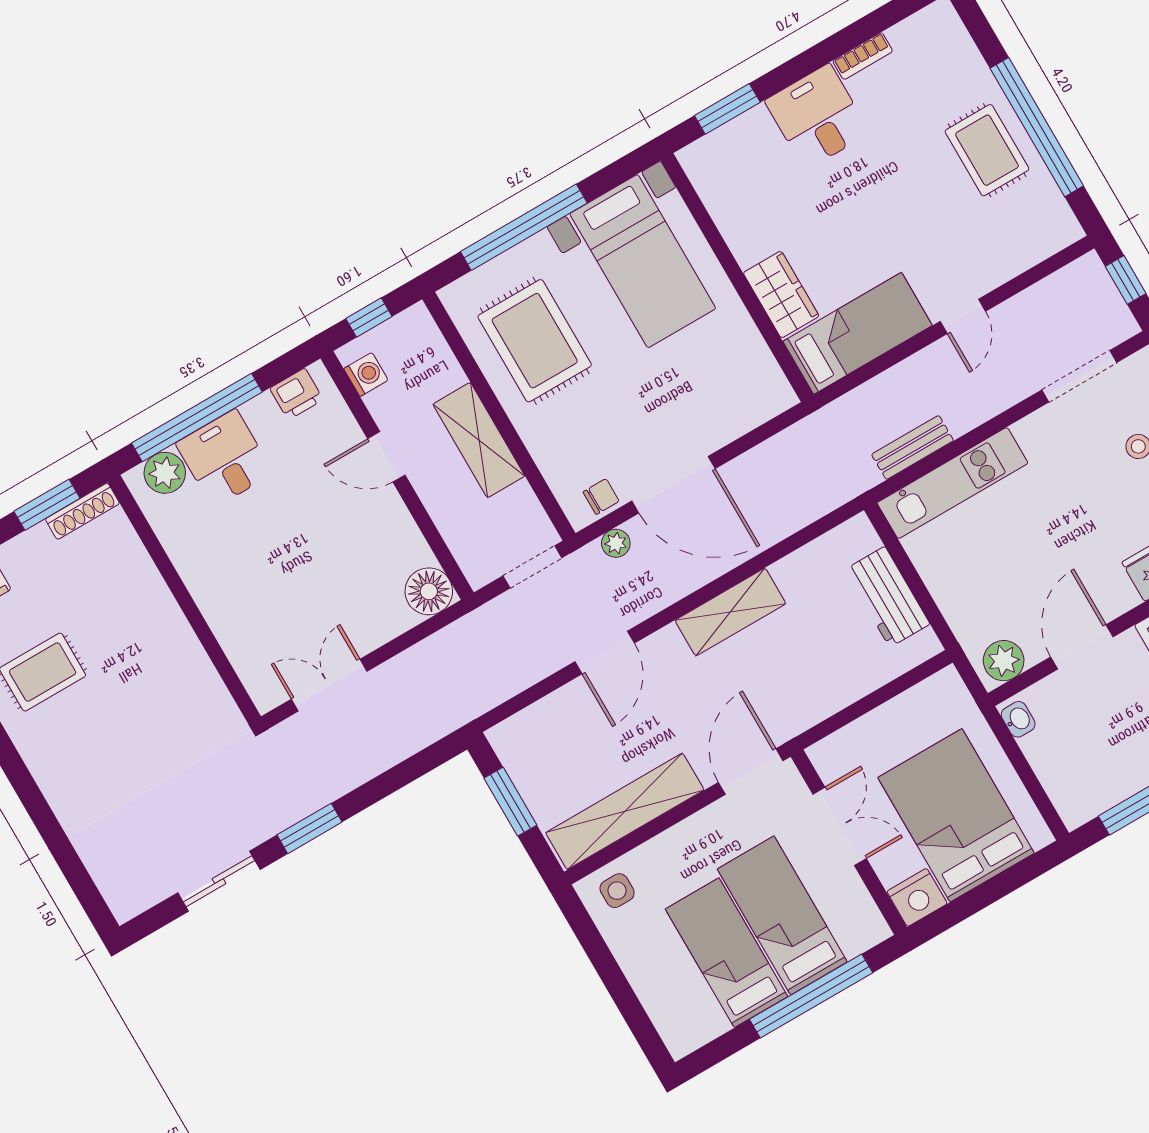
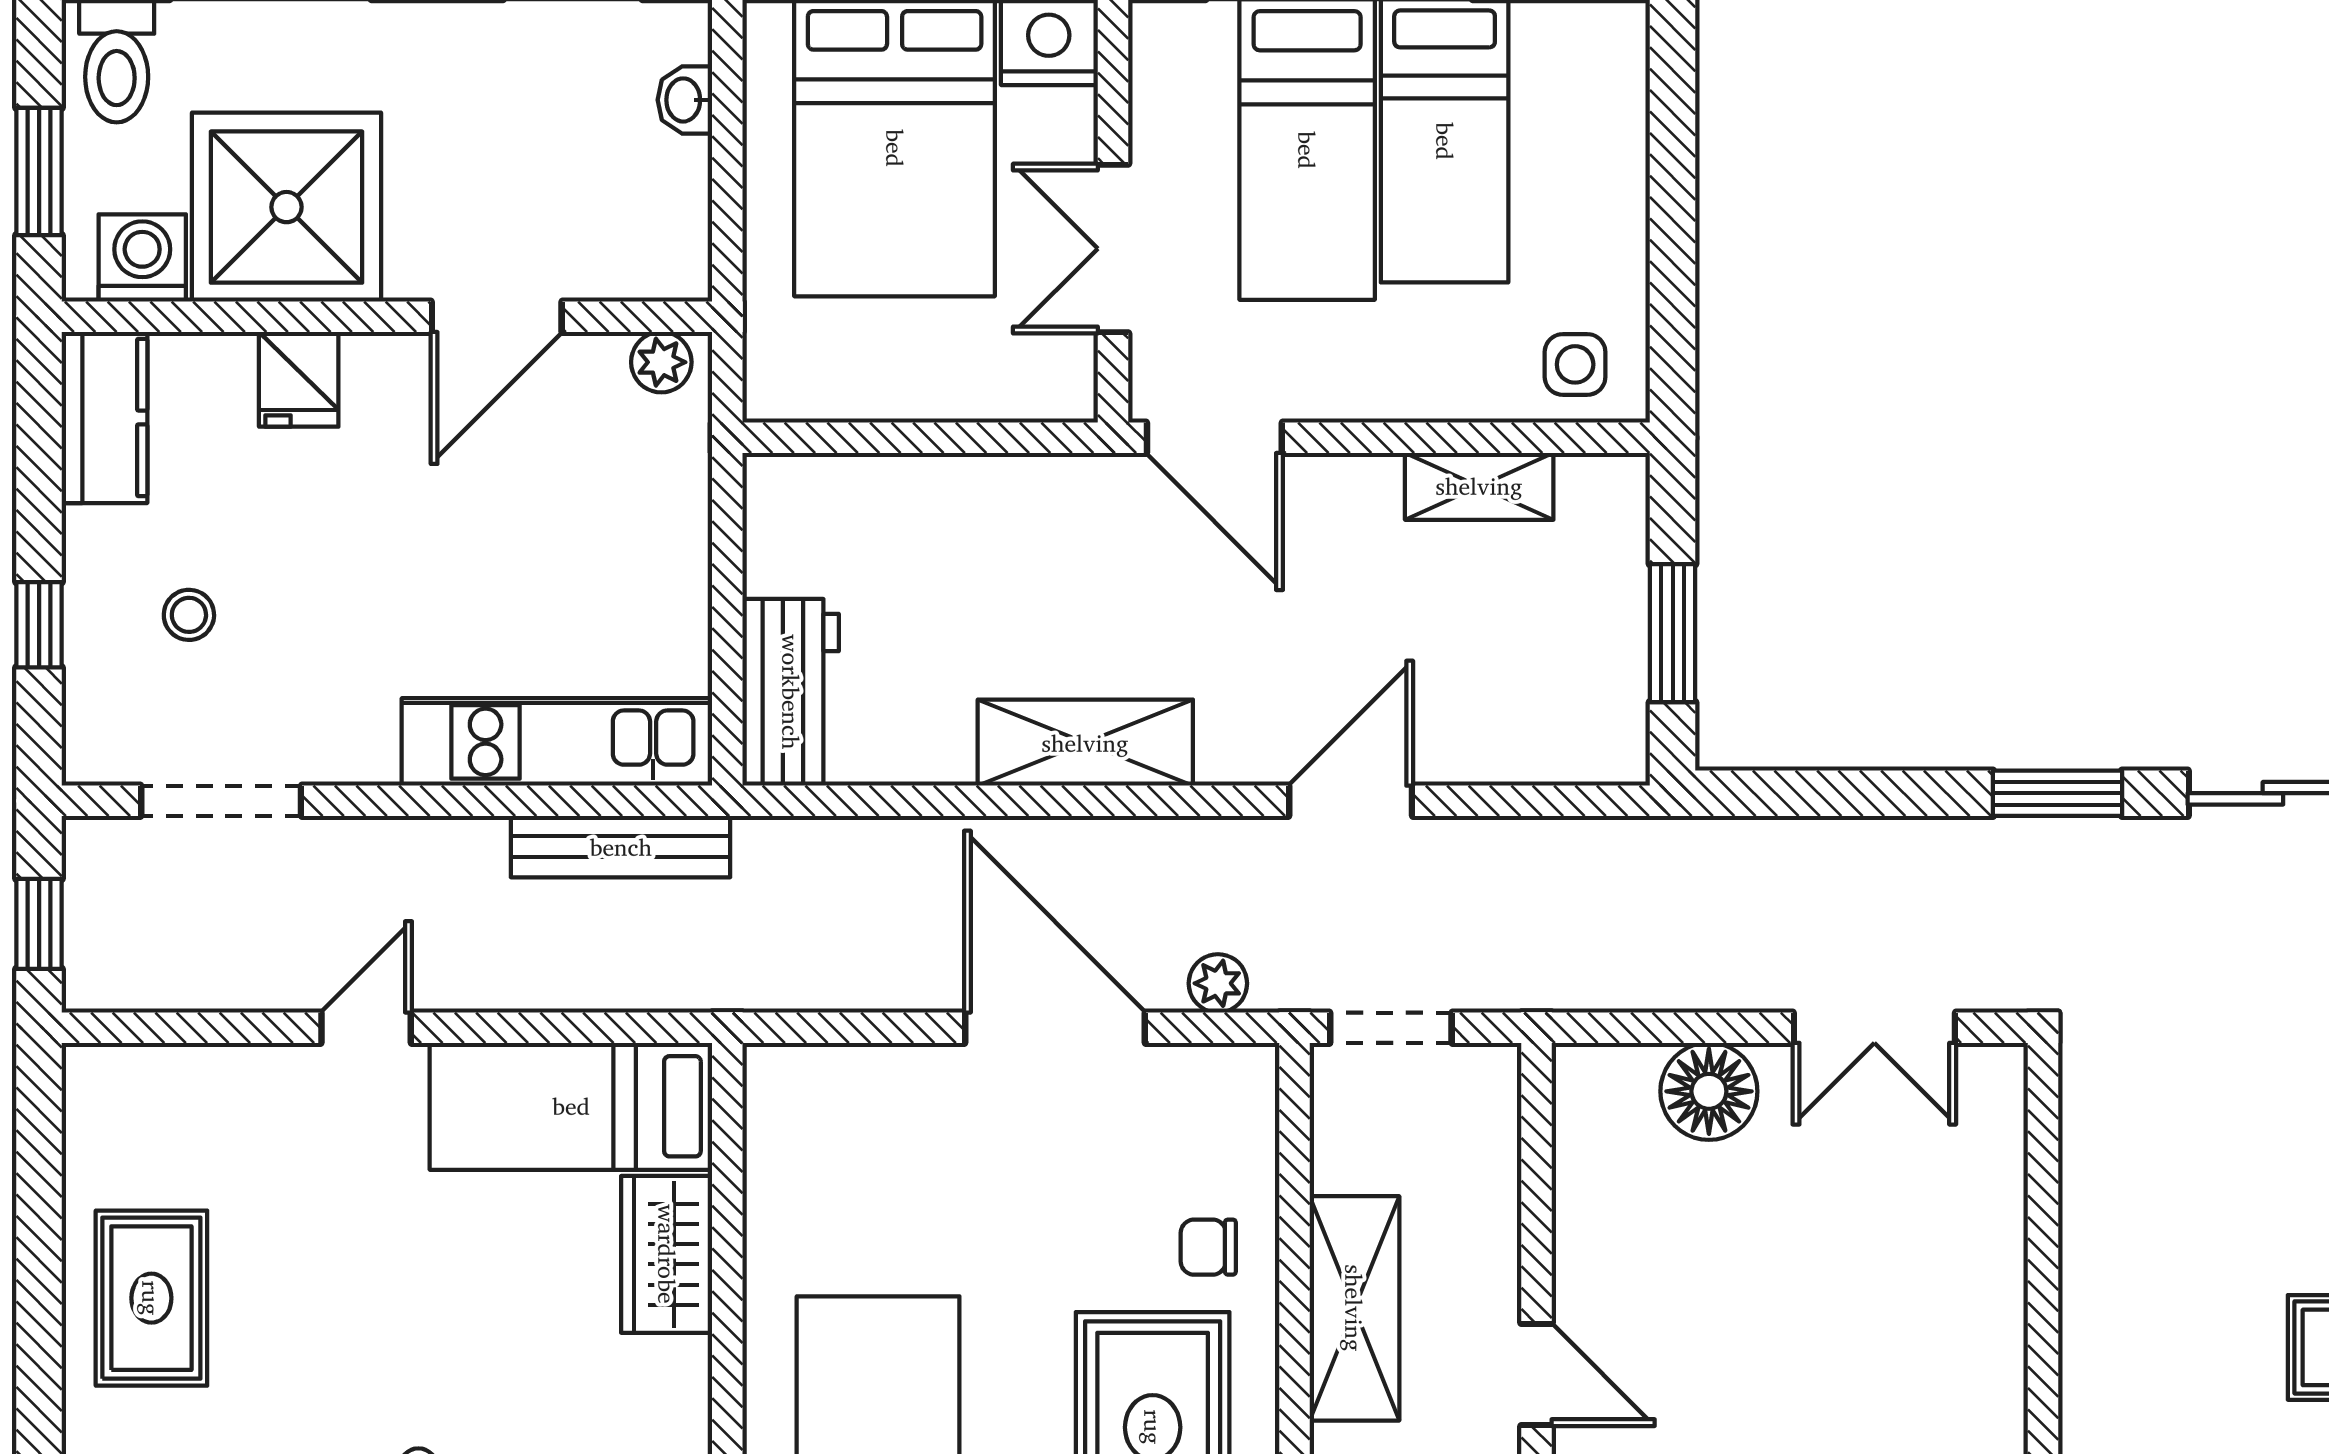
window: (1037, 127) -> (39, 1288), removed
bench: (913, 447) -> (621, 847), width x1.36
chair: (601, 497) -> (1208, 1247), moved
floor lamp: (429, 591) -> (1709, 1091), moved
workbench: (887, 597) -> (791, 692), moved
plant: (1004, 661) -> (661, 362), width x0.73, depth x0.73
washbasin: (1018, 719) -> (685, 100), moved
door: (751, 772) -> (1214, 438), hinge flipped
shelving: (625, 811) -> (1479, 486), width x0.45, depth x0.75

